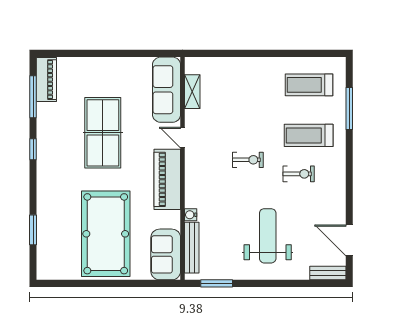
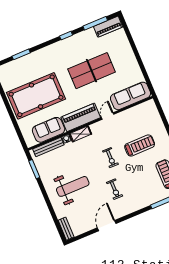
shelving: (192, 92) -> (80, 134), moved
treadmill: (309, 135) -> (140, 145), moved, turned 90
door: (349, 240) -> (107, 226), moved
sofa: (166, 254) -> (49, 130), moved

